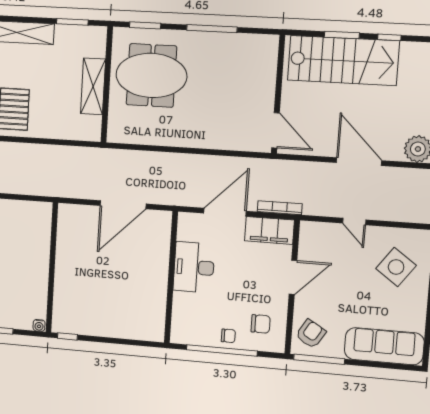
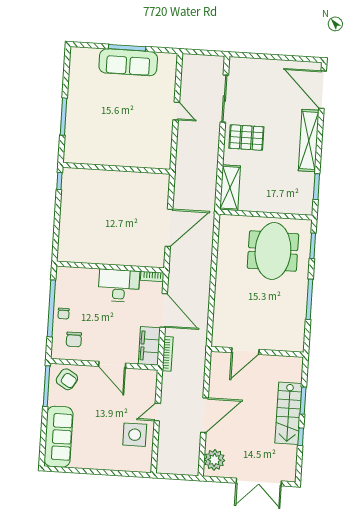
stairs: (343, 61) -> (288, 413), width x0.73, depth x0.66
shelving: (93, 86) -> (230, 188), moved, turned 90
door: (276, 130) -> (245, 351), moved
door: (123, 205) -> (169, 228), swing flipped
bookcase: (183, 226) -> (152, 276), added
side table: (396, 267) -> (135, 435), moved, turned -36
water cooler: (39, 325) -> (68, 157), removed

